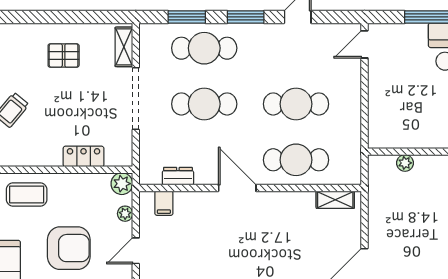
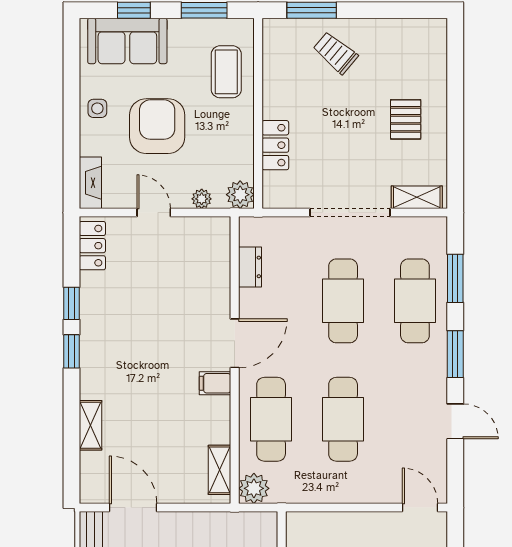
plant: (350, 173) -> (254, 488), added
filing cabinet: (164, 203) -> (215, 383), moved
armchair: (69, 248) -> (157, 126), turned 180

